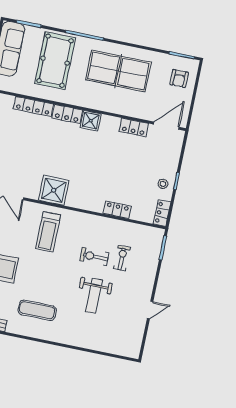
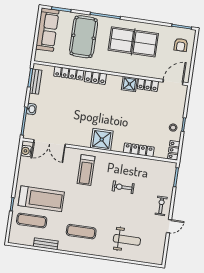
shower: (91, 121) -> (129, 84), moved
shower: (54, 190) -> (102, 139), moved
locker: (117, 210) -> (139, 150), width x1.53
exercise bike: (122, 258) -> (161, 206), moved
weight bench: (94, 296) -> (127, 240), moved, turned -90

